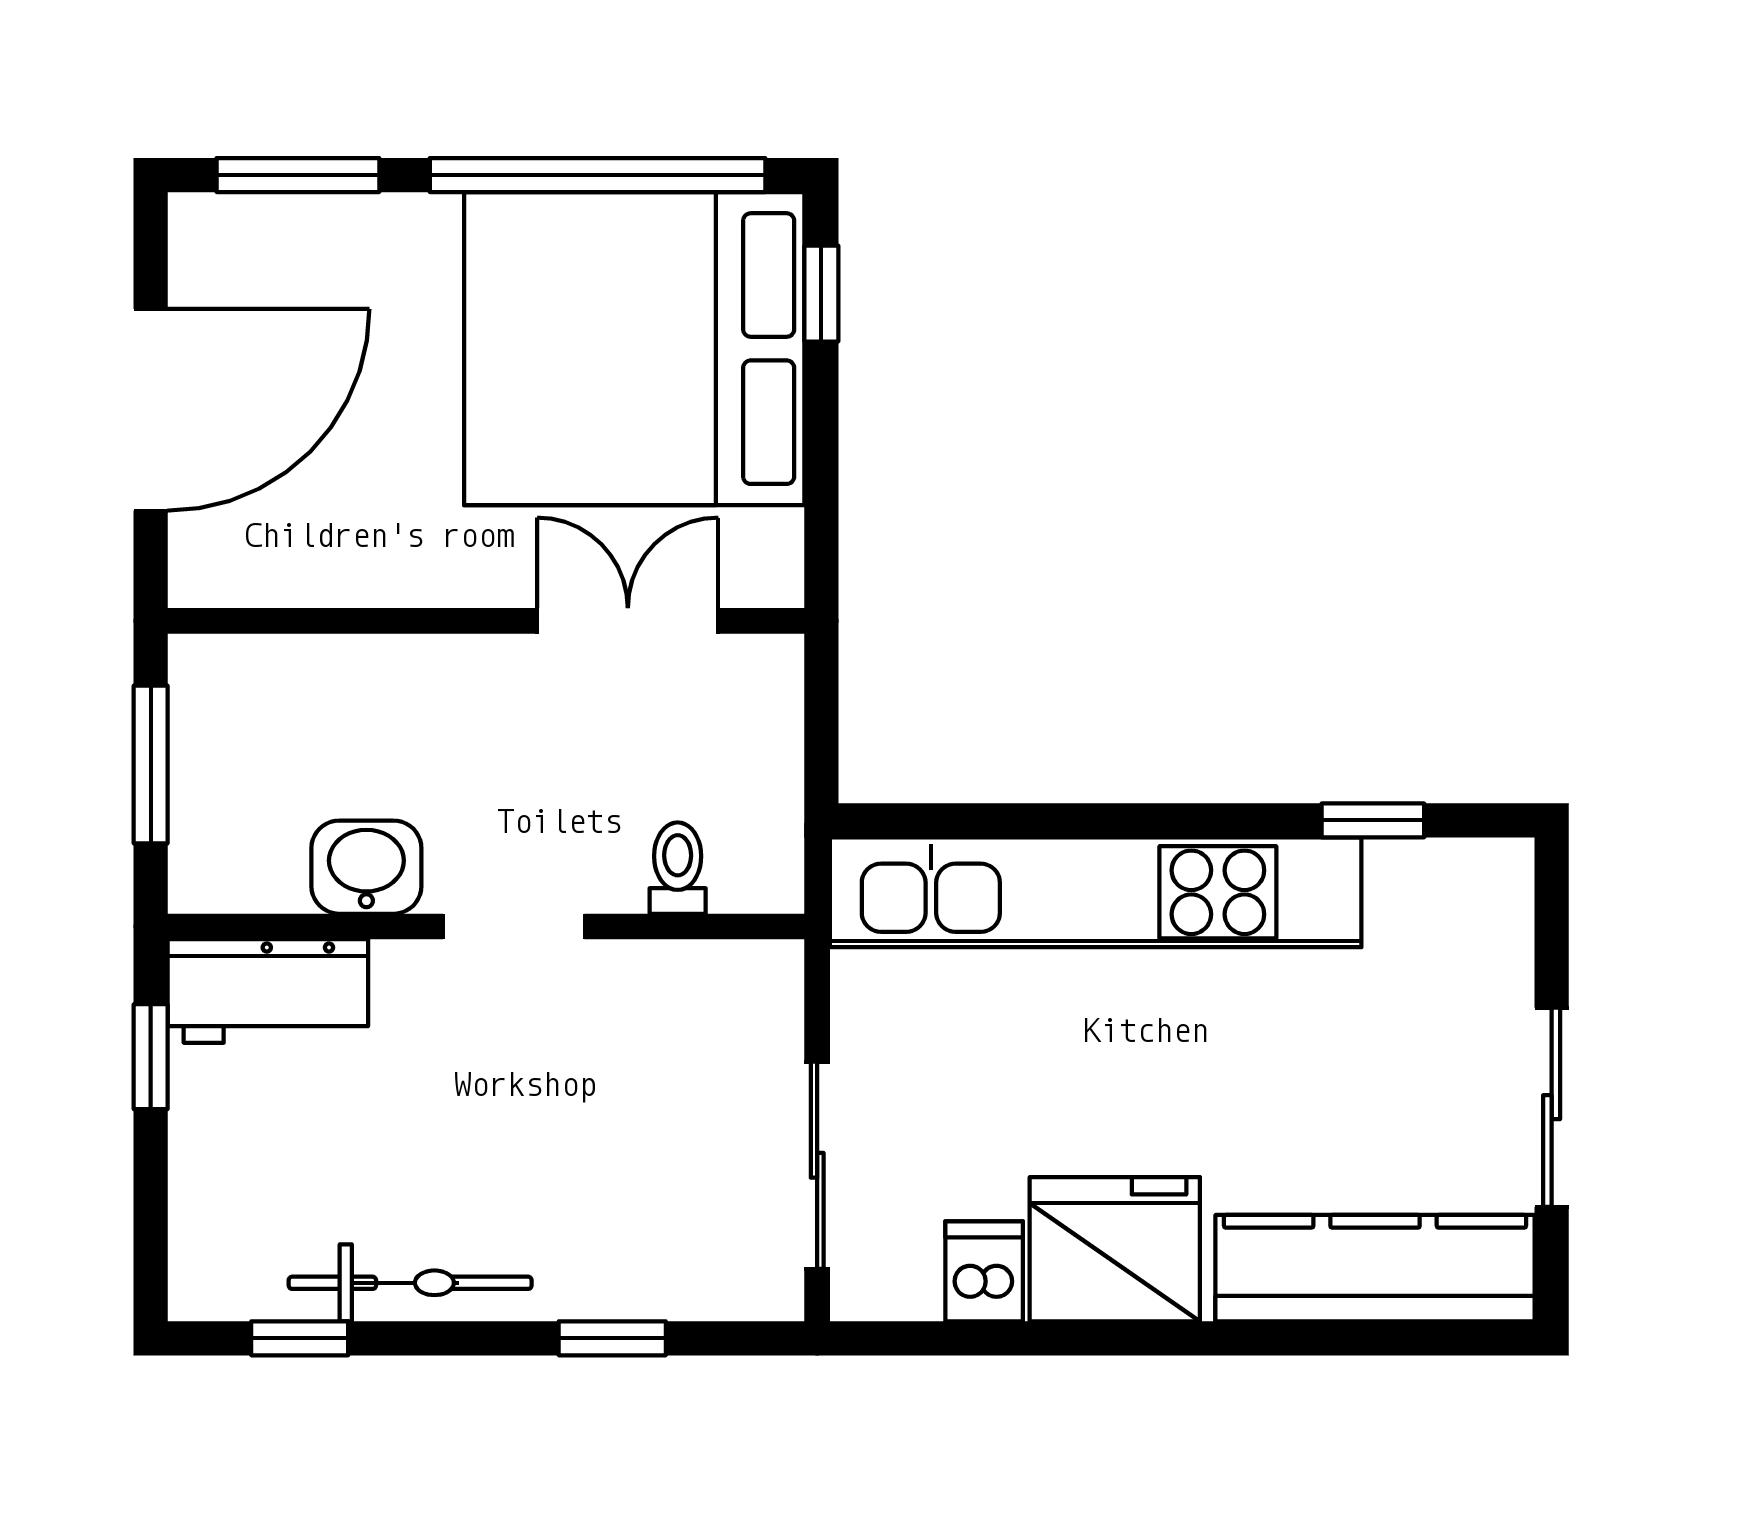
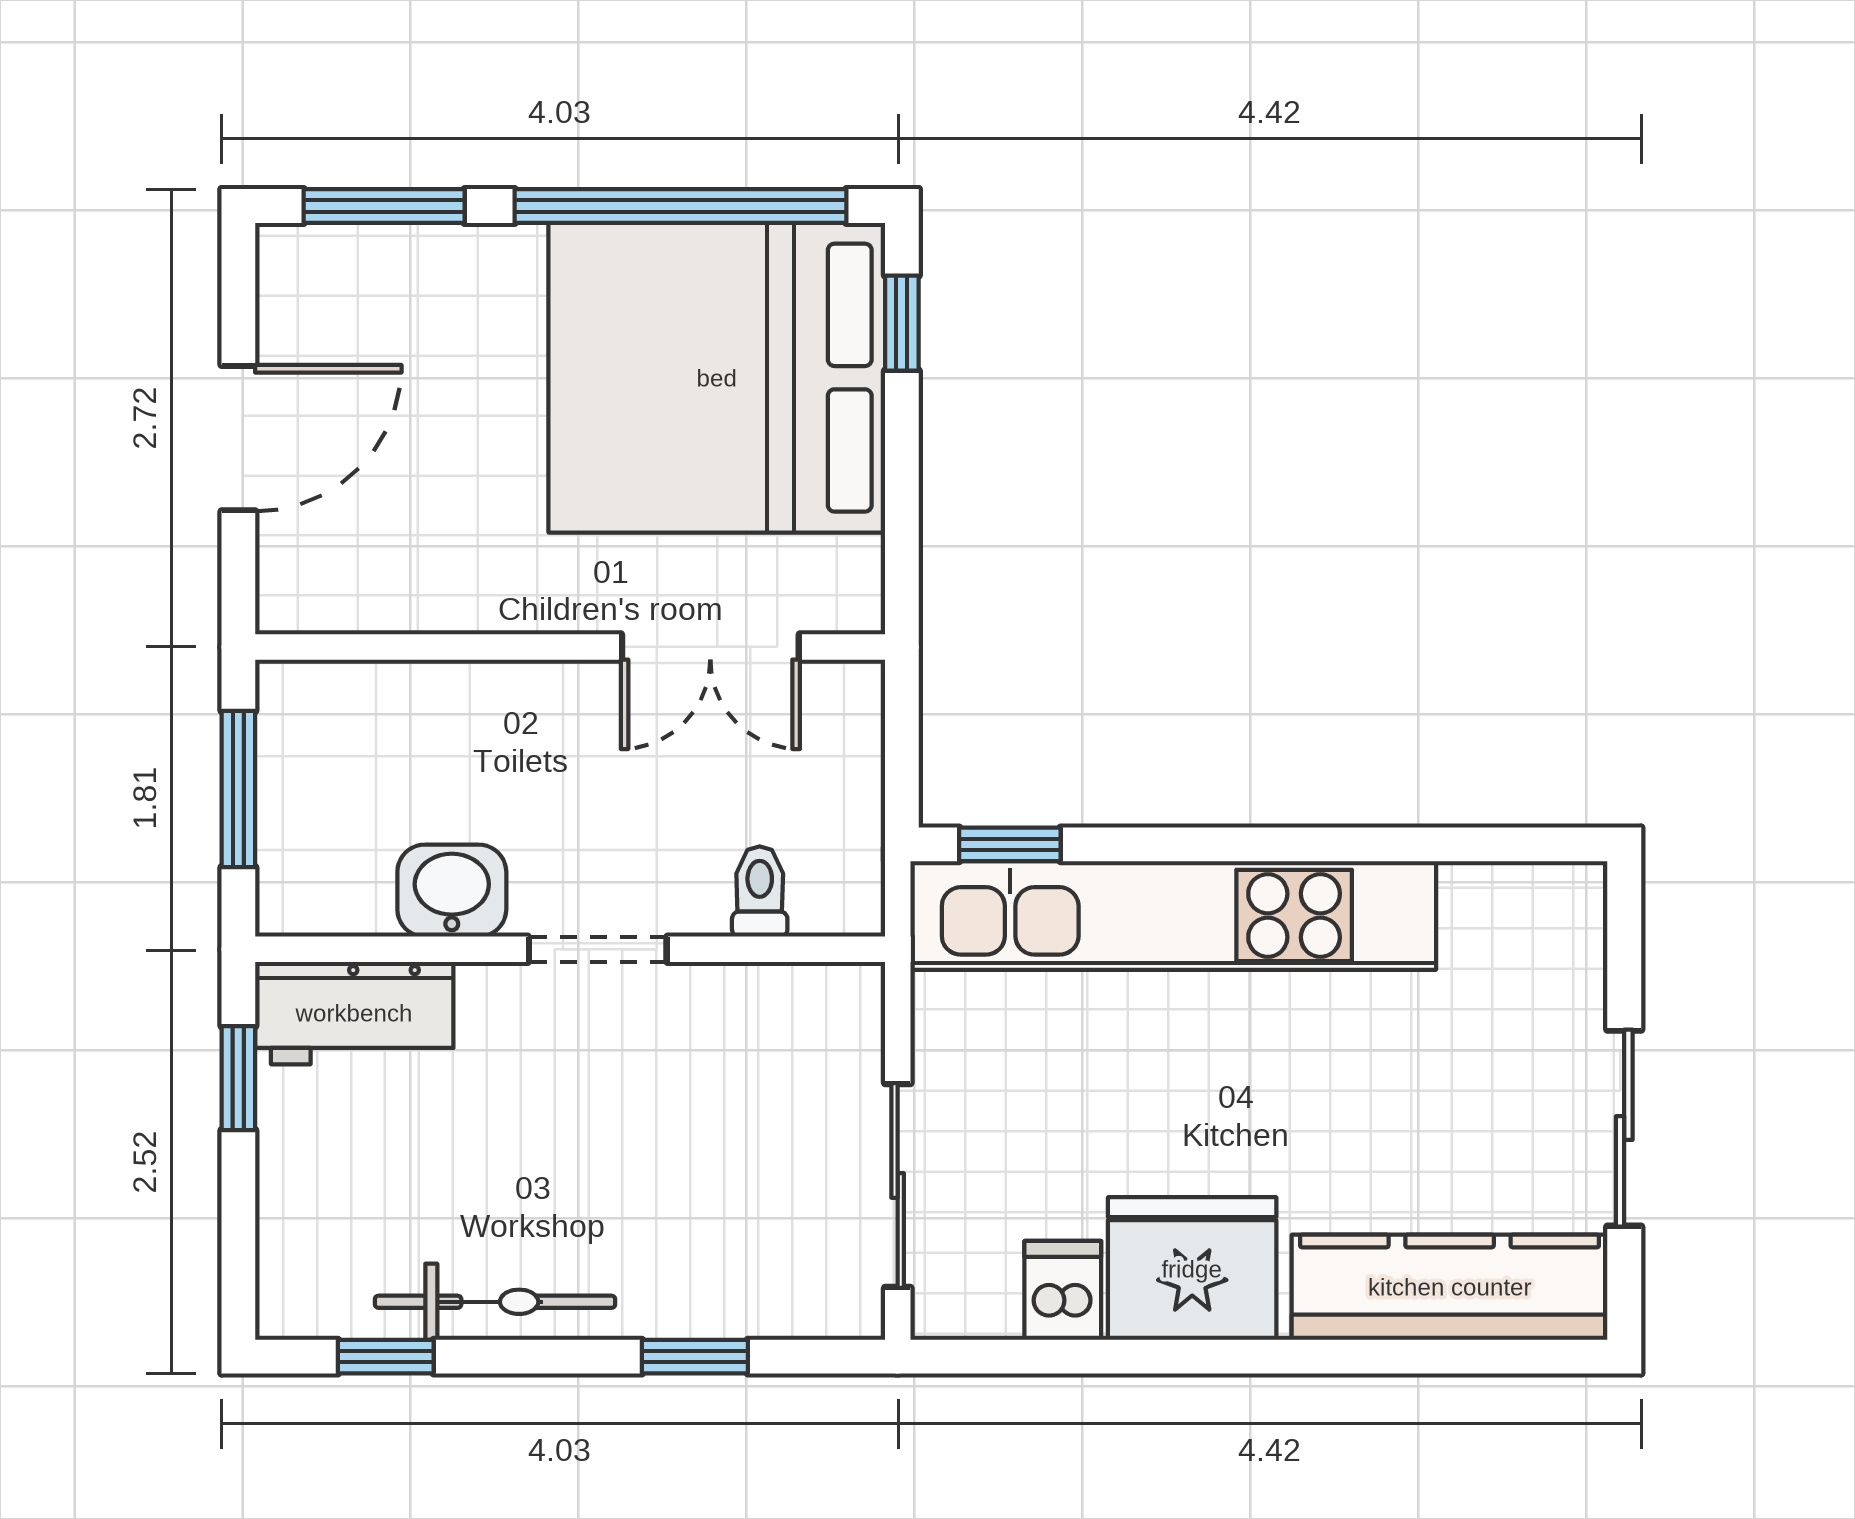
door: (151, 410) -> (238, 438), width x0.73
double door: (628, 621) -> (710, 647), swing flipped
window: (1373, 820) -> (1010, 844), moved

